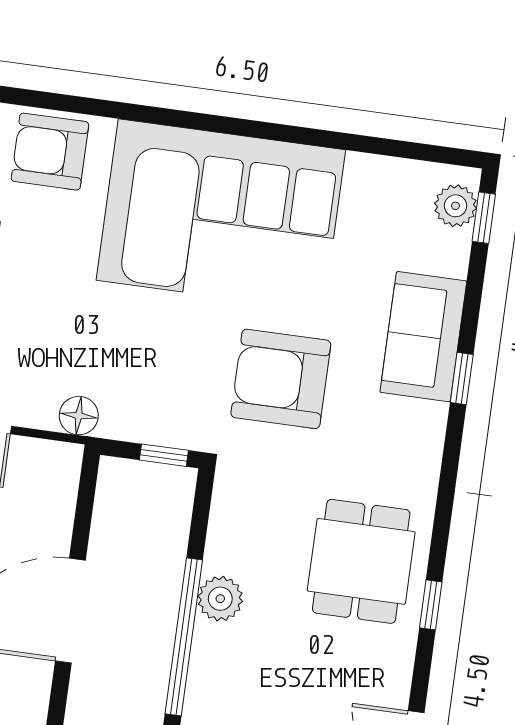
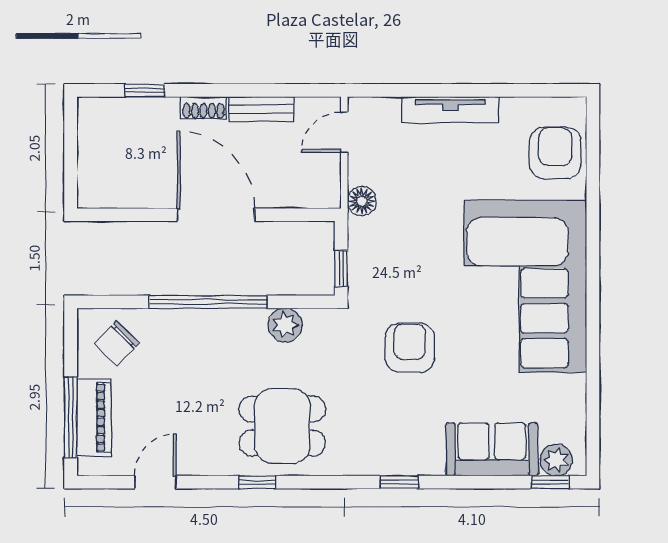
sofa: (423, 337) -> (492, 449), moved
armchair: (281, 379) -> (410, 348), width x0.73, depth x0.73
window: (462, 379) -> (399, 482), moved
plant: (220, 599) -> (285, 325), moved

